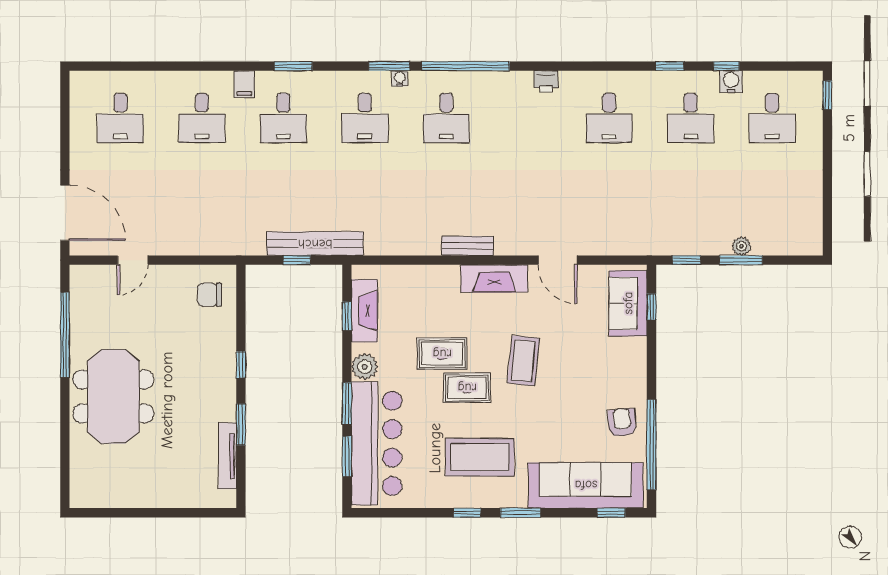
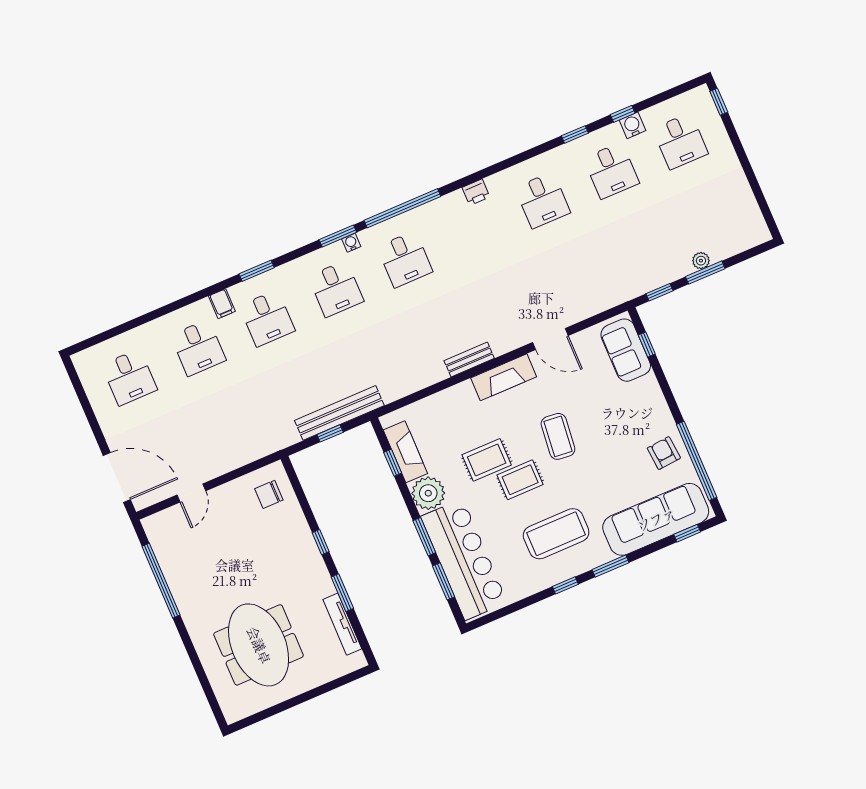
plant: (365, 367) -> (428, 493), width x1.36, depth x1.36
meeting table: (113, 396) -> (259, 645), moved

